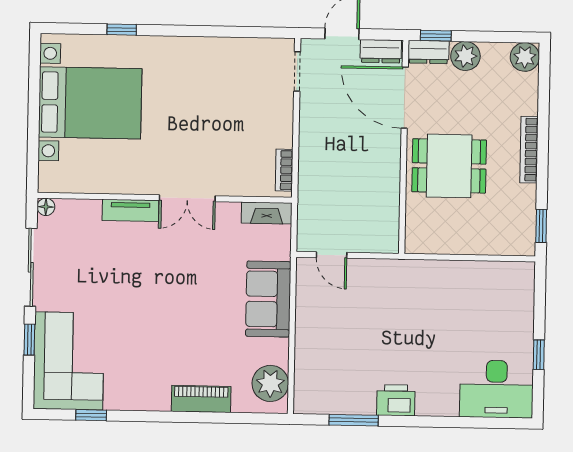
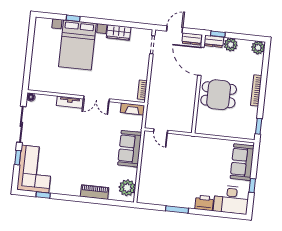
wardrobe: (222, 51) -> (119, 32), added
bed with nightstands: (90, 103) -> (77, 45), moved, turned 90
sofa: (513, 306) -> (242, 162), added
printer: (396, 400) -> (204, 203), moved
window: (354, 420) -> (177, 210), moved

